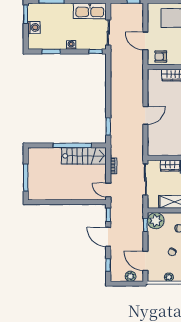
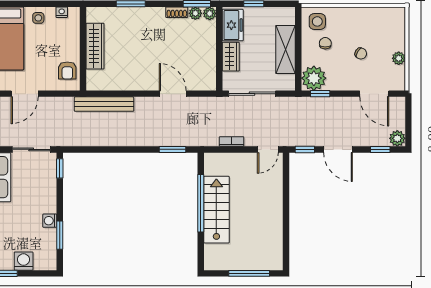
door: (145, 41) -> (25, 94), moved
washing machine: (71, 45) -> (50, 221), moved
bench: (138, 81) -> (104, 104), added
door: (145, 115) -> (173, 94), moved
stairs: (84, 156) -> (216, 210), moved
door: (108, 237) -> (338, 149), hinge flipped
door: (145, 261) -> (374, 94), hinge flipped
plant: (130, 276) -> (397, 138), moved

